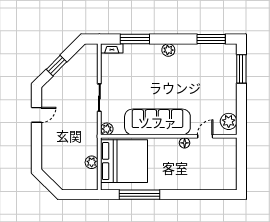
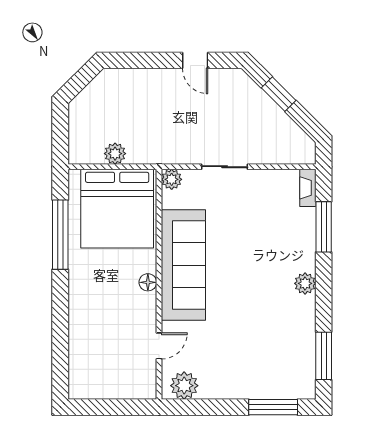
door: (205, 136) -> (159, 346), hinge flipped
floor lamp: (185, 143) -> (148, 282), moved

